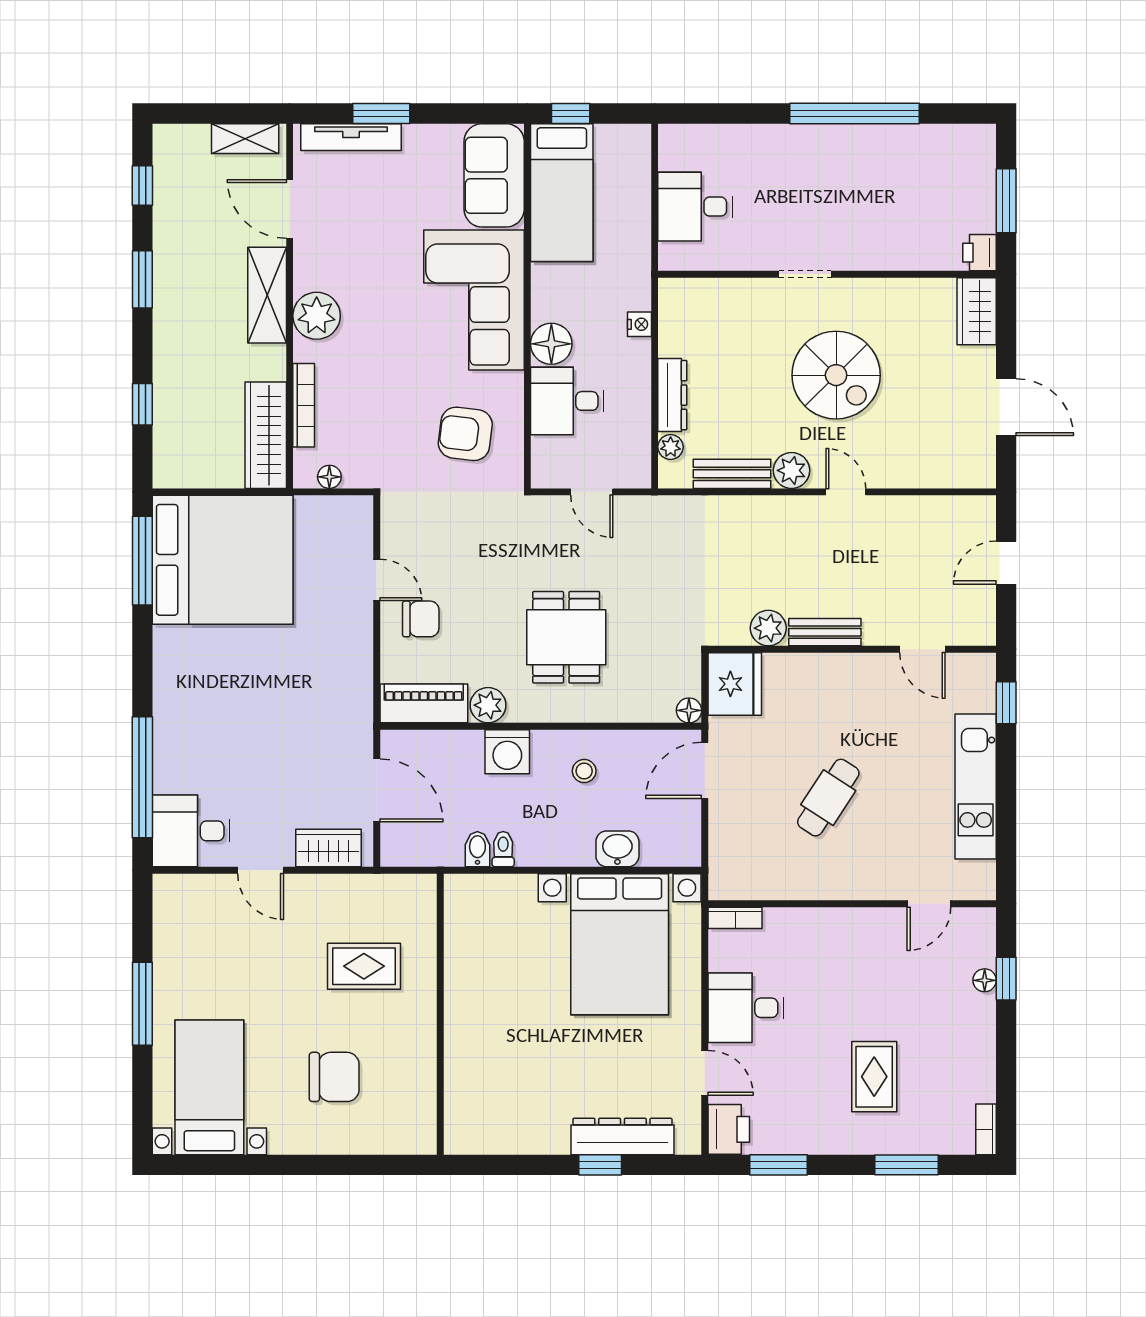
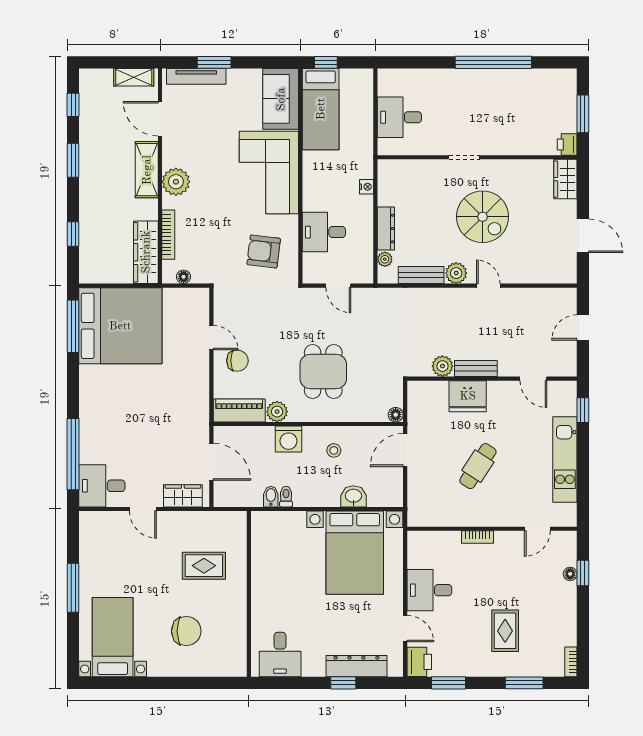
floor lamp: (551, 344) -> (314, 198), removed
fridge: (735, 684) -> (468, 396), moved, turned 90
bookcase: (735, 918) -> (478, 537), moved
desk: (493, 1117) -> (280, 655), added

